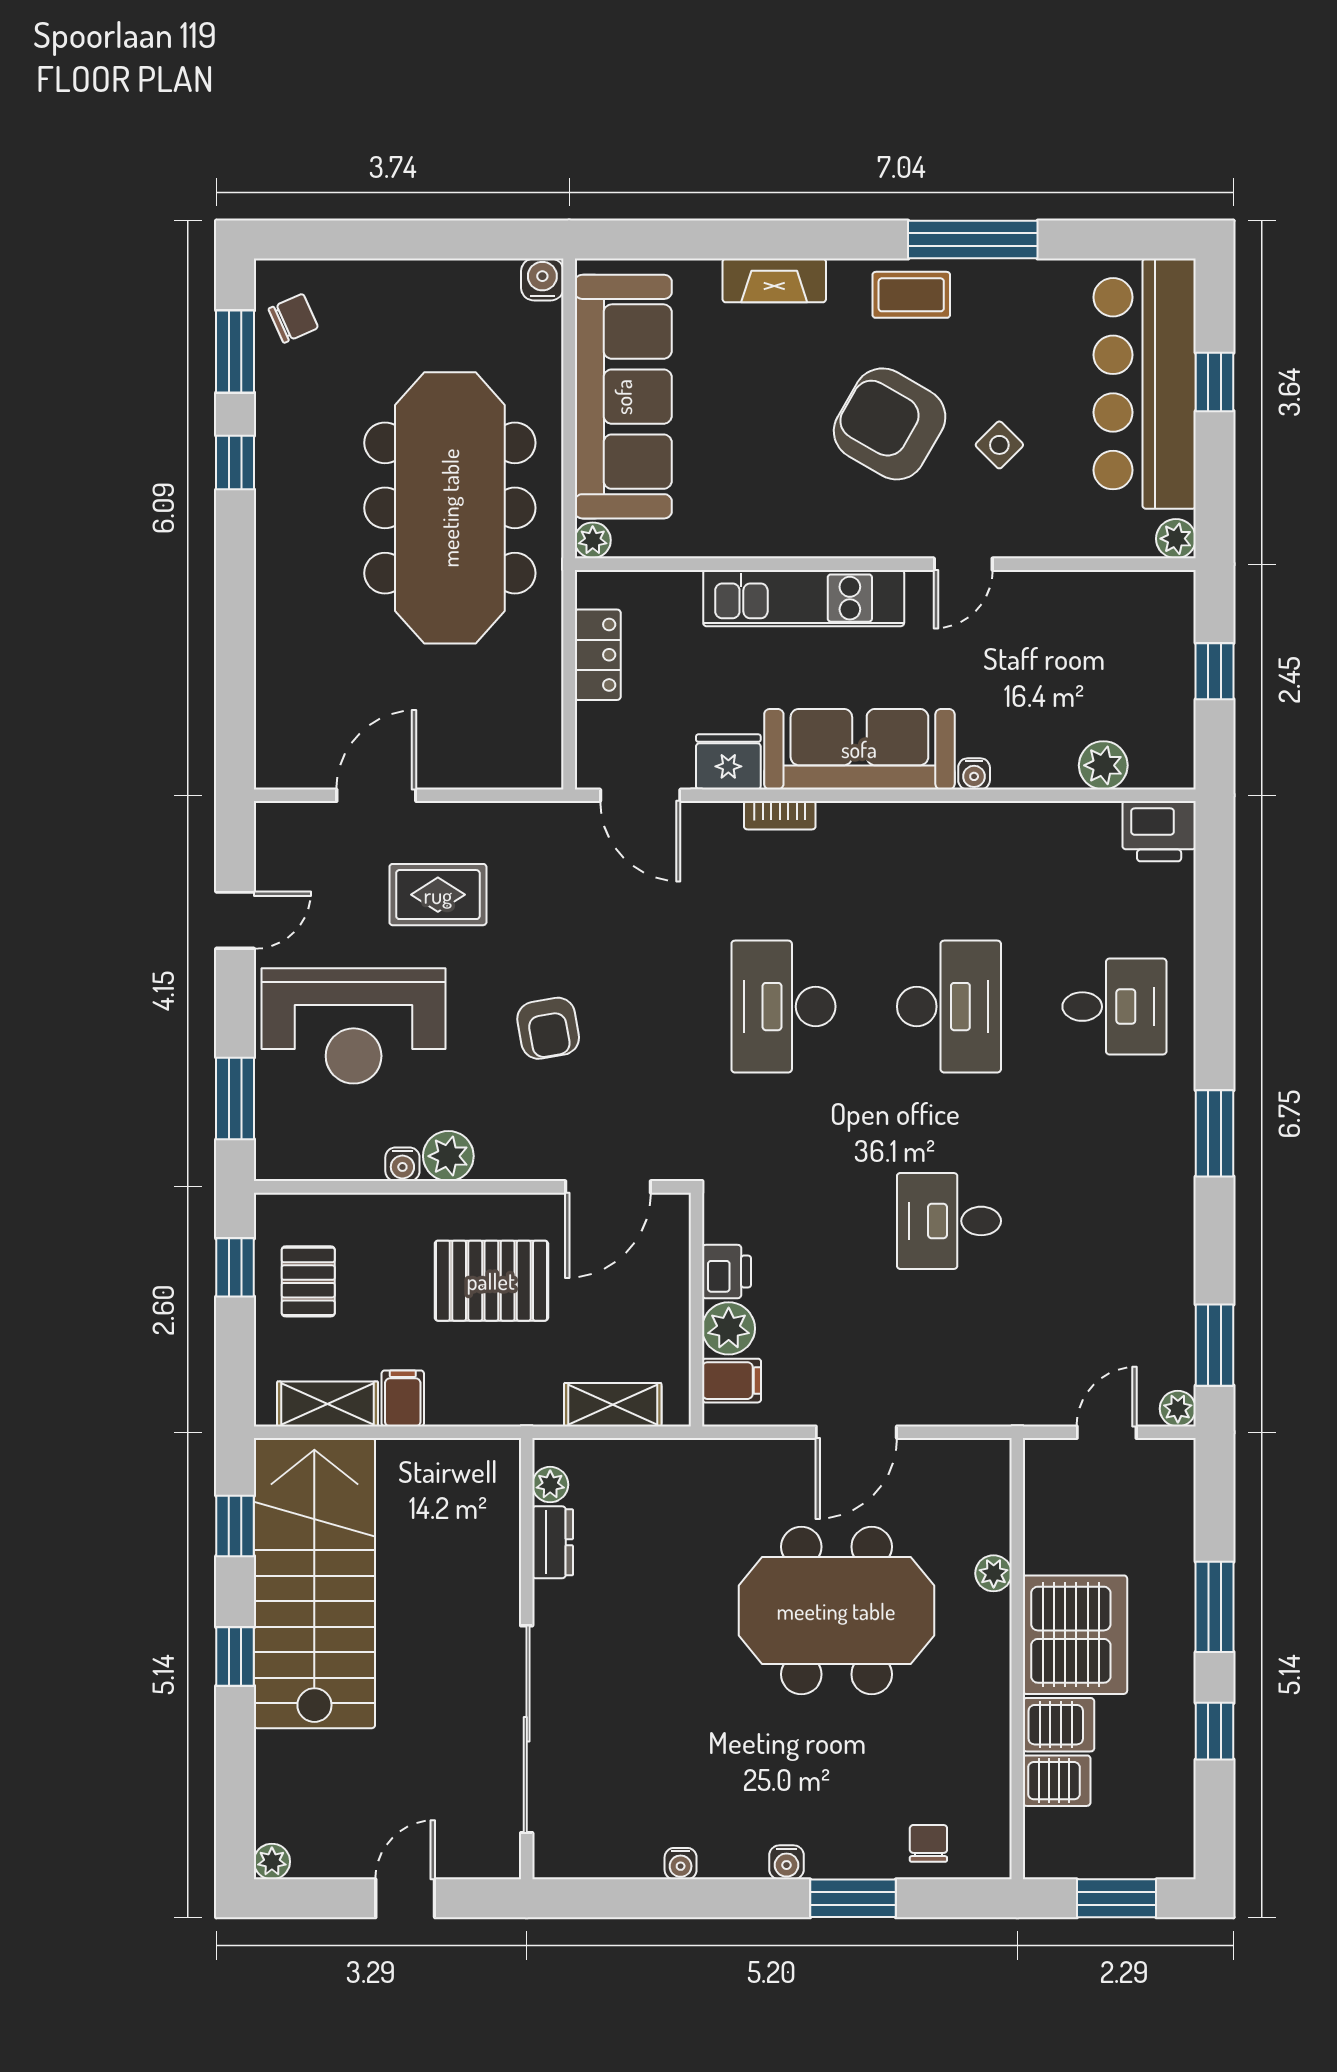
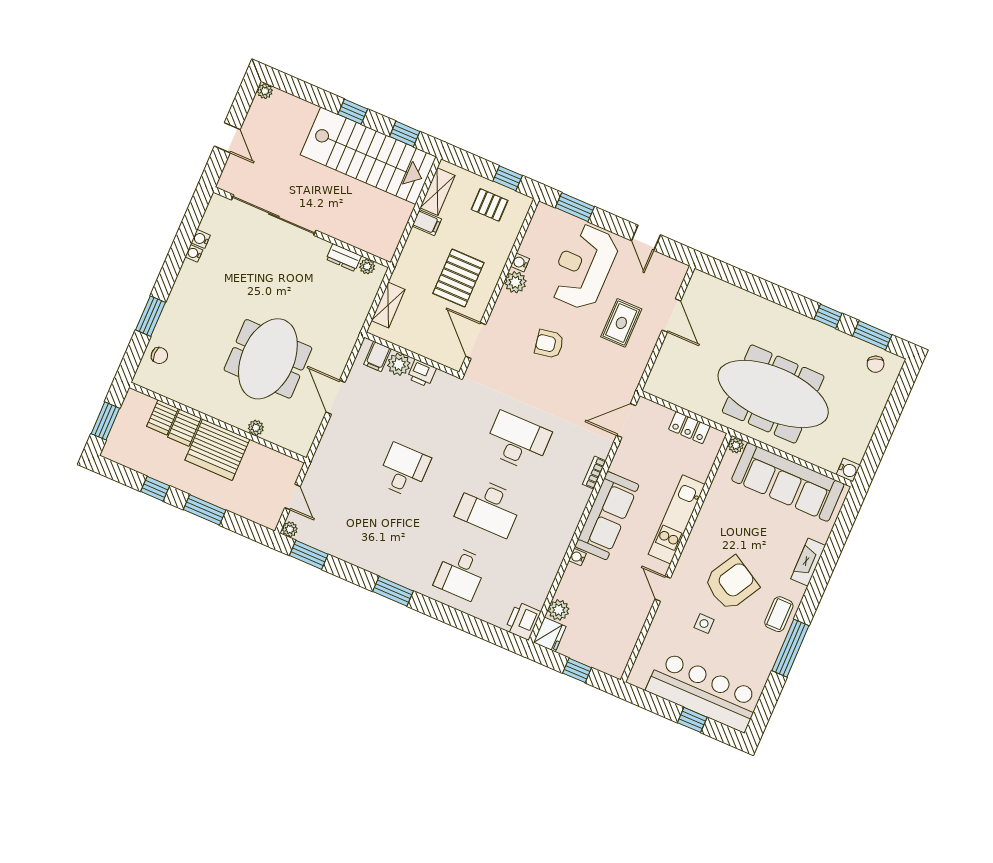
side table: (999, 445) -> (704, 624), turned 45
plant: (1176, 539) -> (636, 678), removed
fridge: (728, 762) -> (550, 635), moved
water cooler: (787, 1862) -> (201, 239), moved

